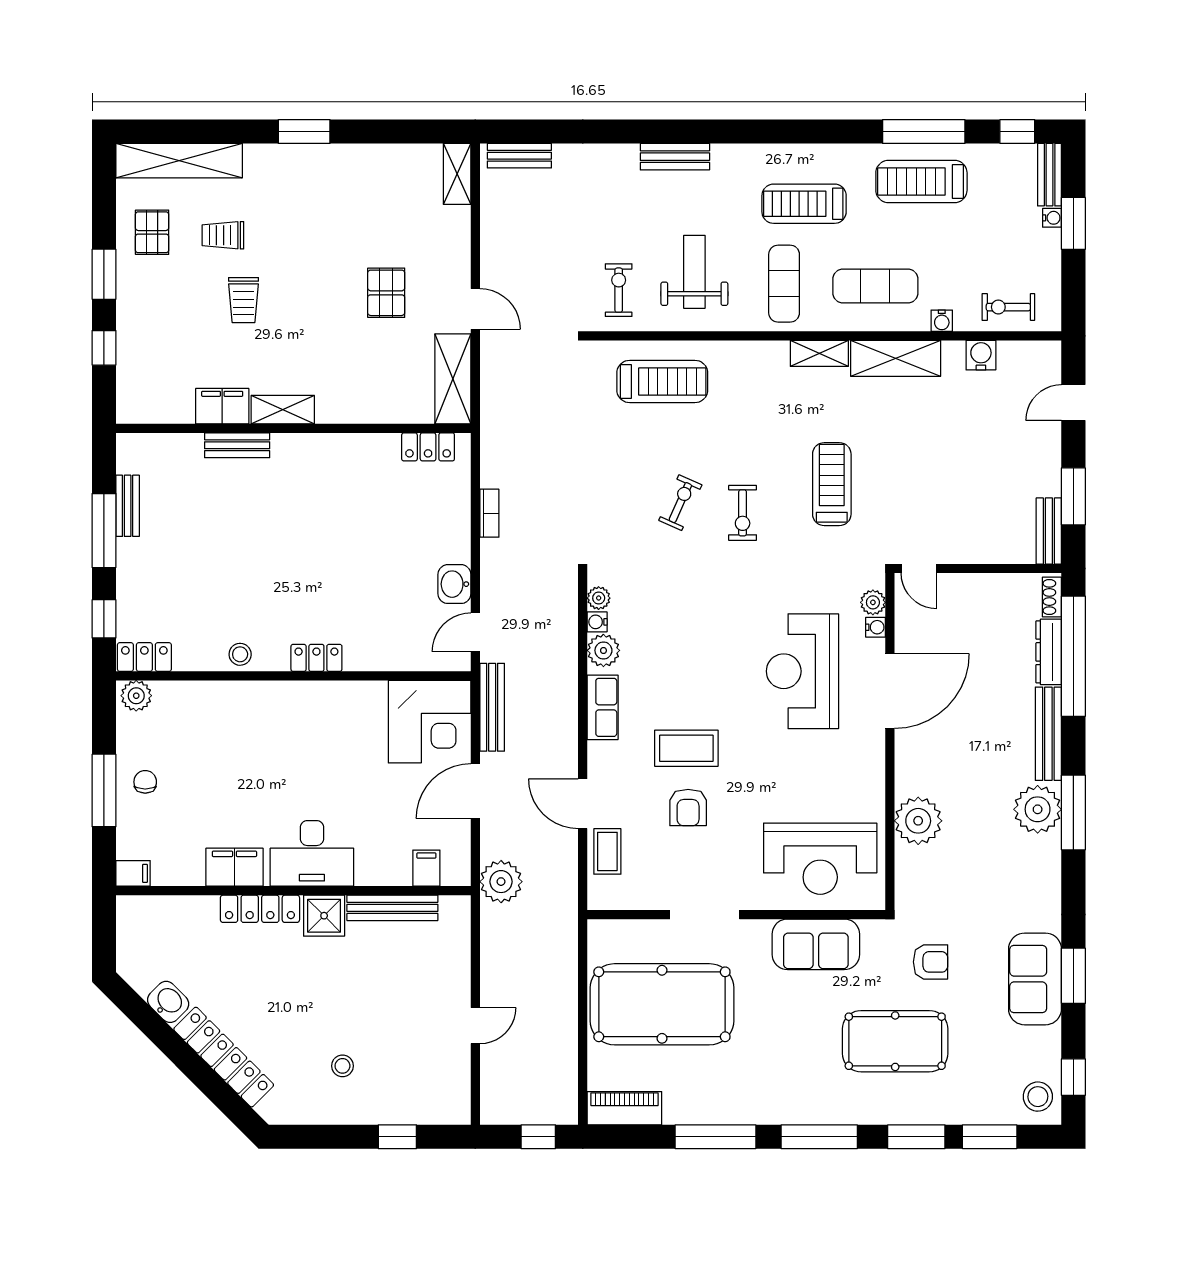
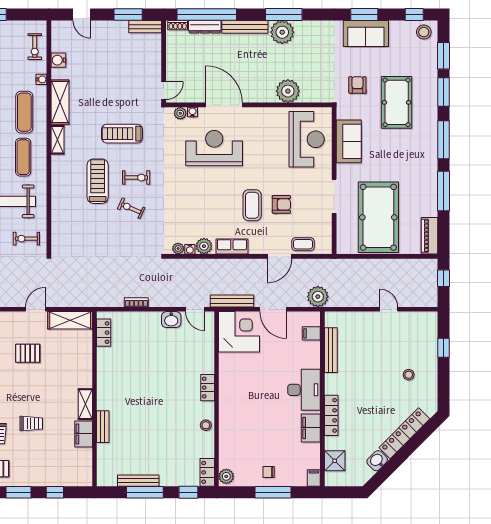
exercise mat: (784, 284) -> (23, 157), turned 90
treadmill: (662, 381) -> (98, 181), moved
bench: (128, 506) -> (138, 481), width x1.36
reception desk: (802, 671) -> (214, 148), turned 180
shower: (324, 916) -> (335, 461), moved

